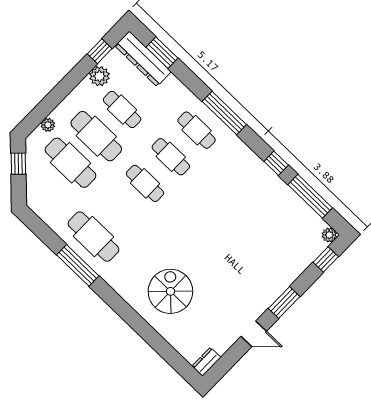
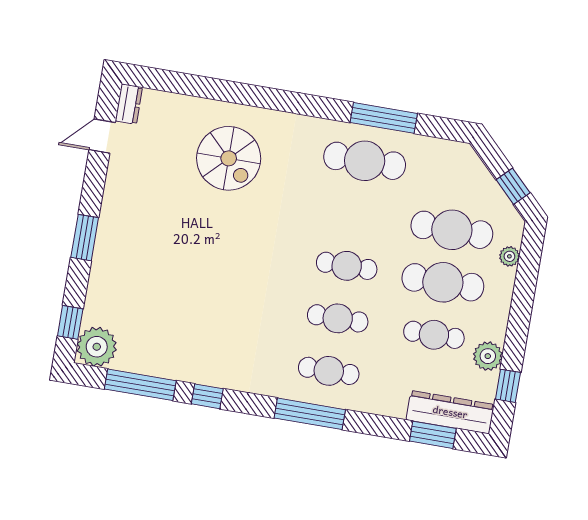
plant: (329, 235) -> (97, 347), width x1.87, depth x1.87
window: (78, 265) -> (384, 118), moved
door: (254, 334) -> (102, 136), moved

